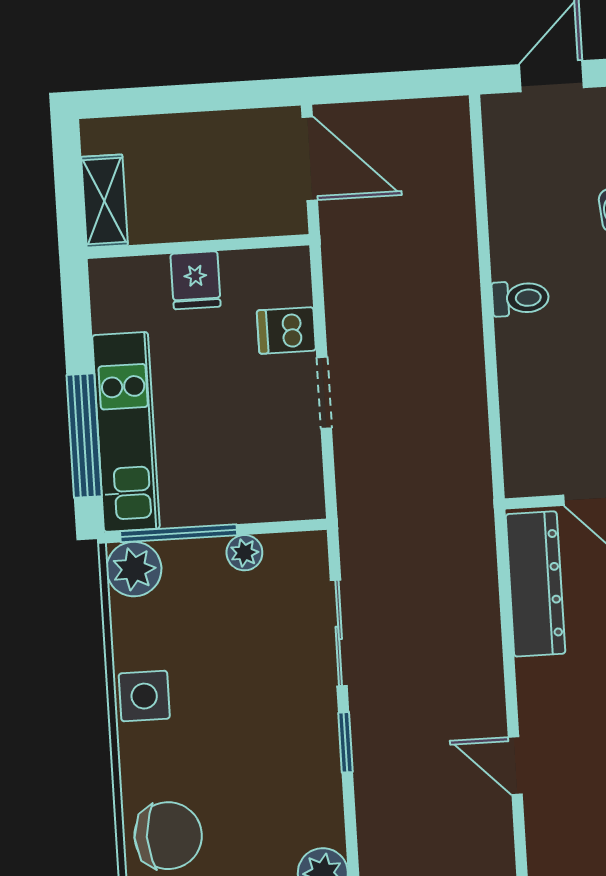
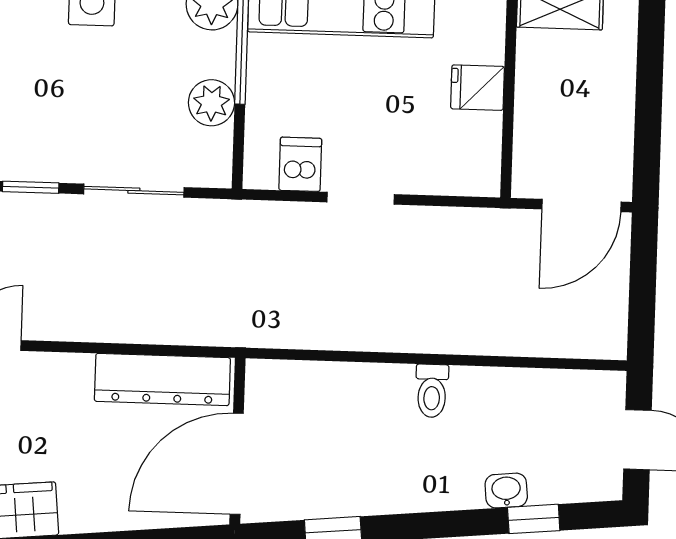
dishwasher: (286, 330) -> (300, 164), moved
plant: (244, 553) -> (211, 103), width x1.38, depth x1.38

